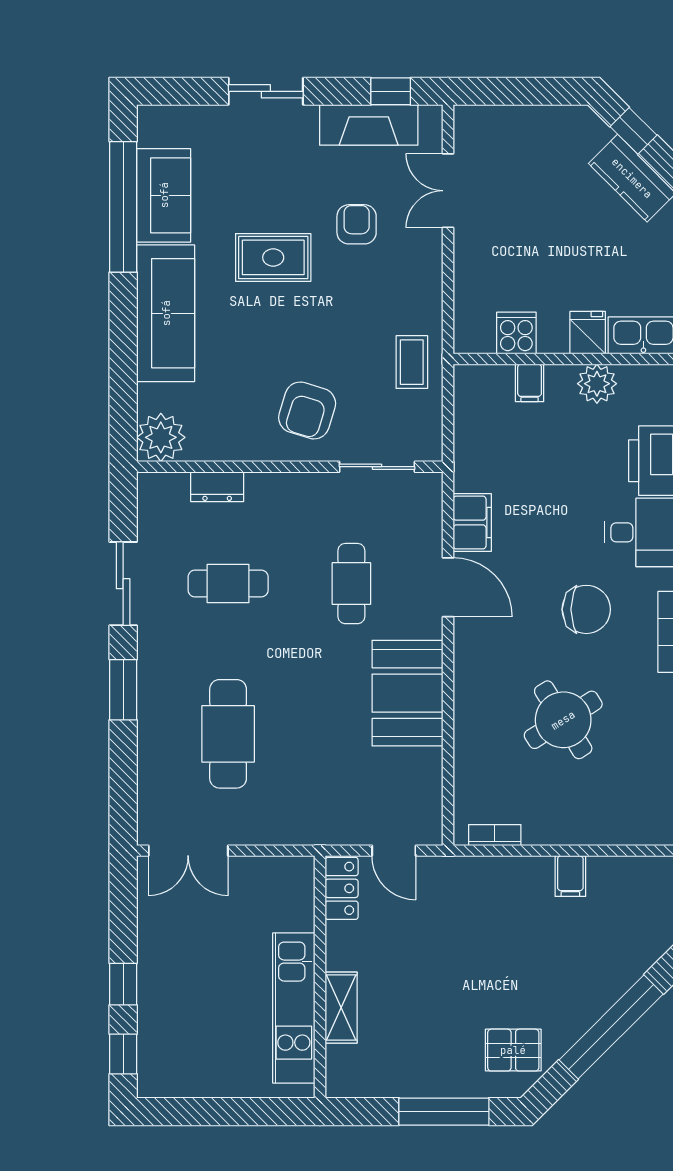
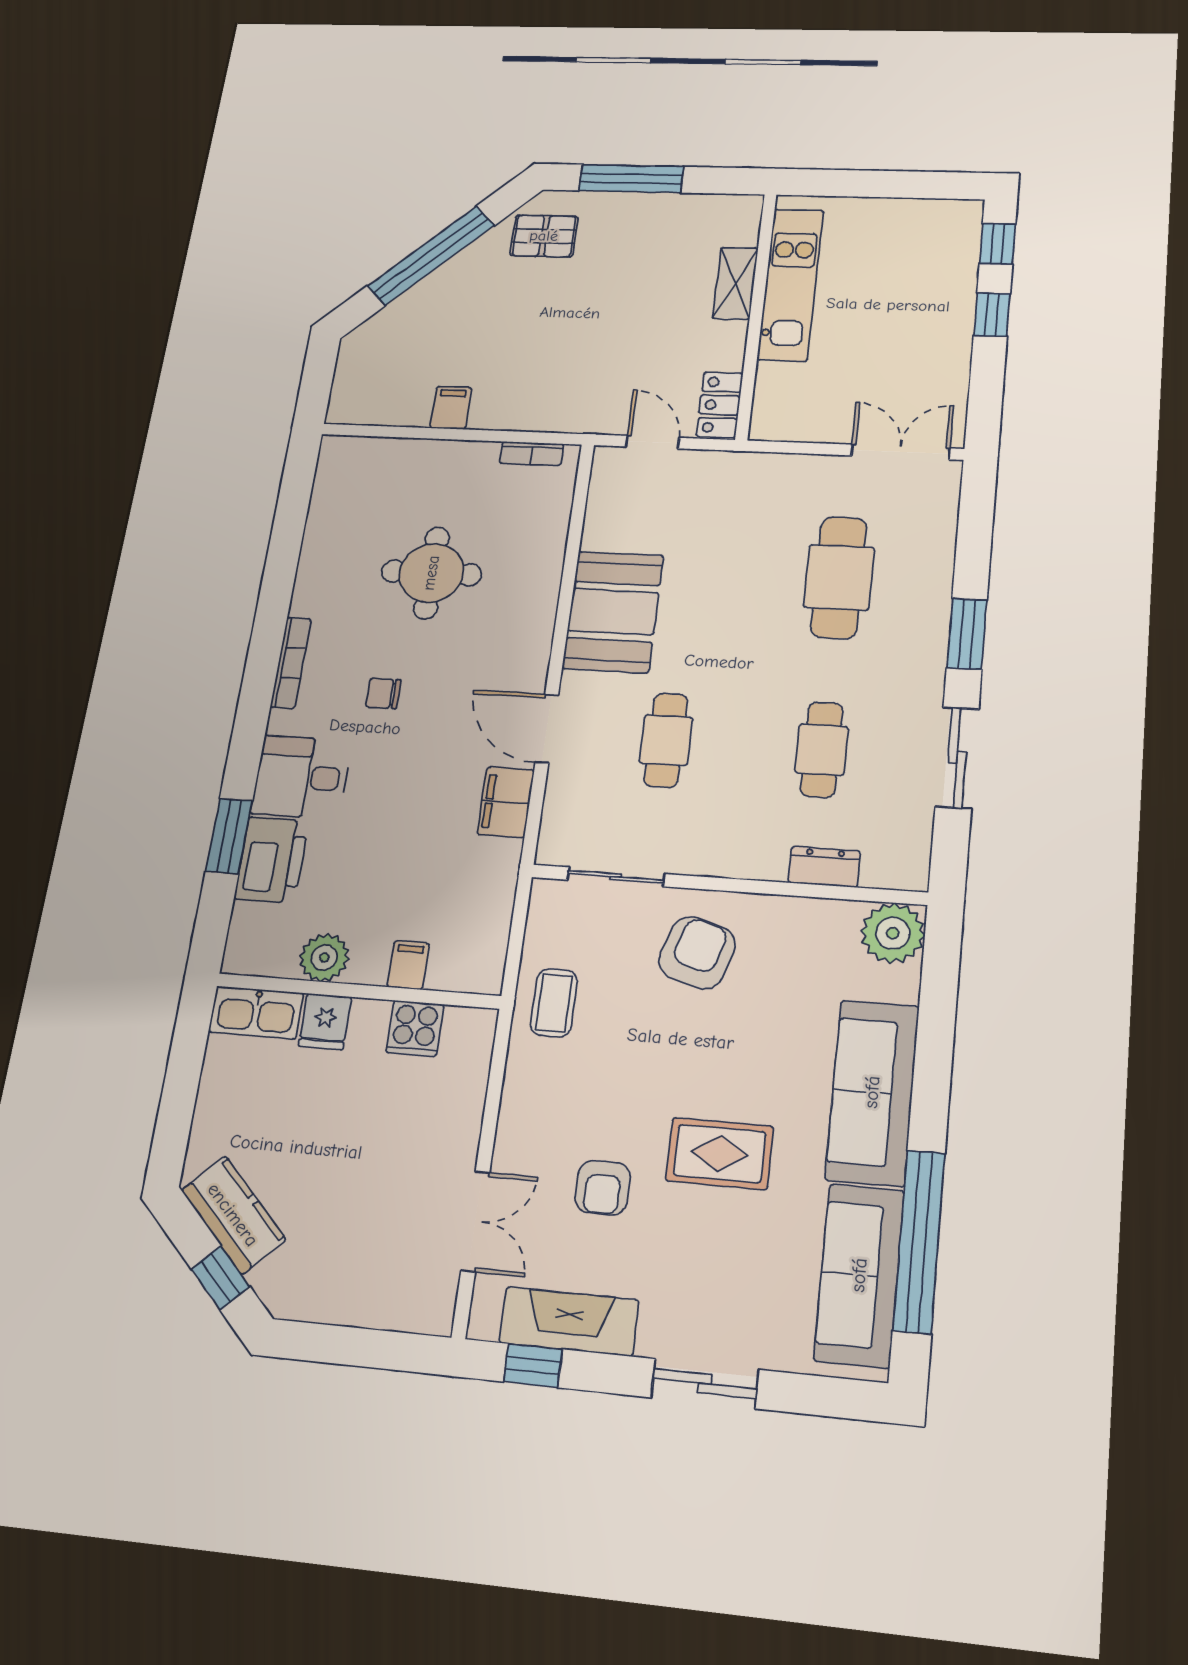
sofa: (164, 195) -> (859, 1275), width x1.36
cafe table: (228, 584) -> (822, 750), turned 90
chair: (586, 609) -> (383, 693), width x0.54, depth x0.54
round table: (563, 720) -> (431, 573), turned 32

